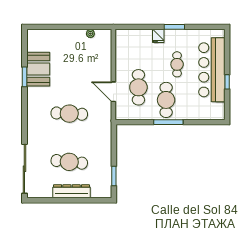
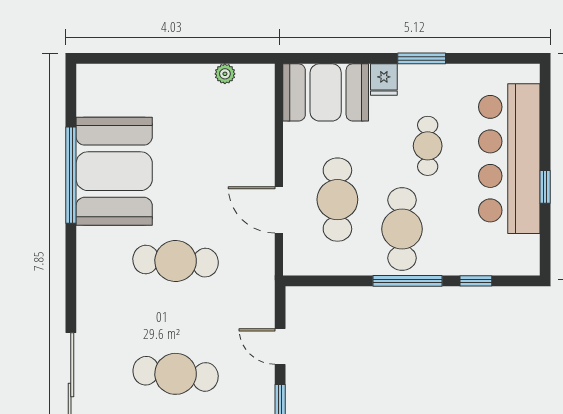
booth: (133, 42) -> (326, 92), added
booth: (38, 69) -> (114, 171), width x1.36, depth x1.42
window: (24, 77) -> (71, 175), width x2.11
window: (198, 122) -> (476, 281), added
door: (114, 150) -> (280, 346), added

